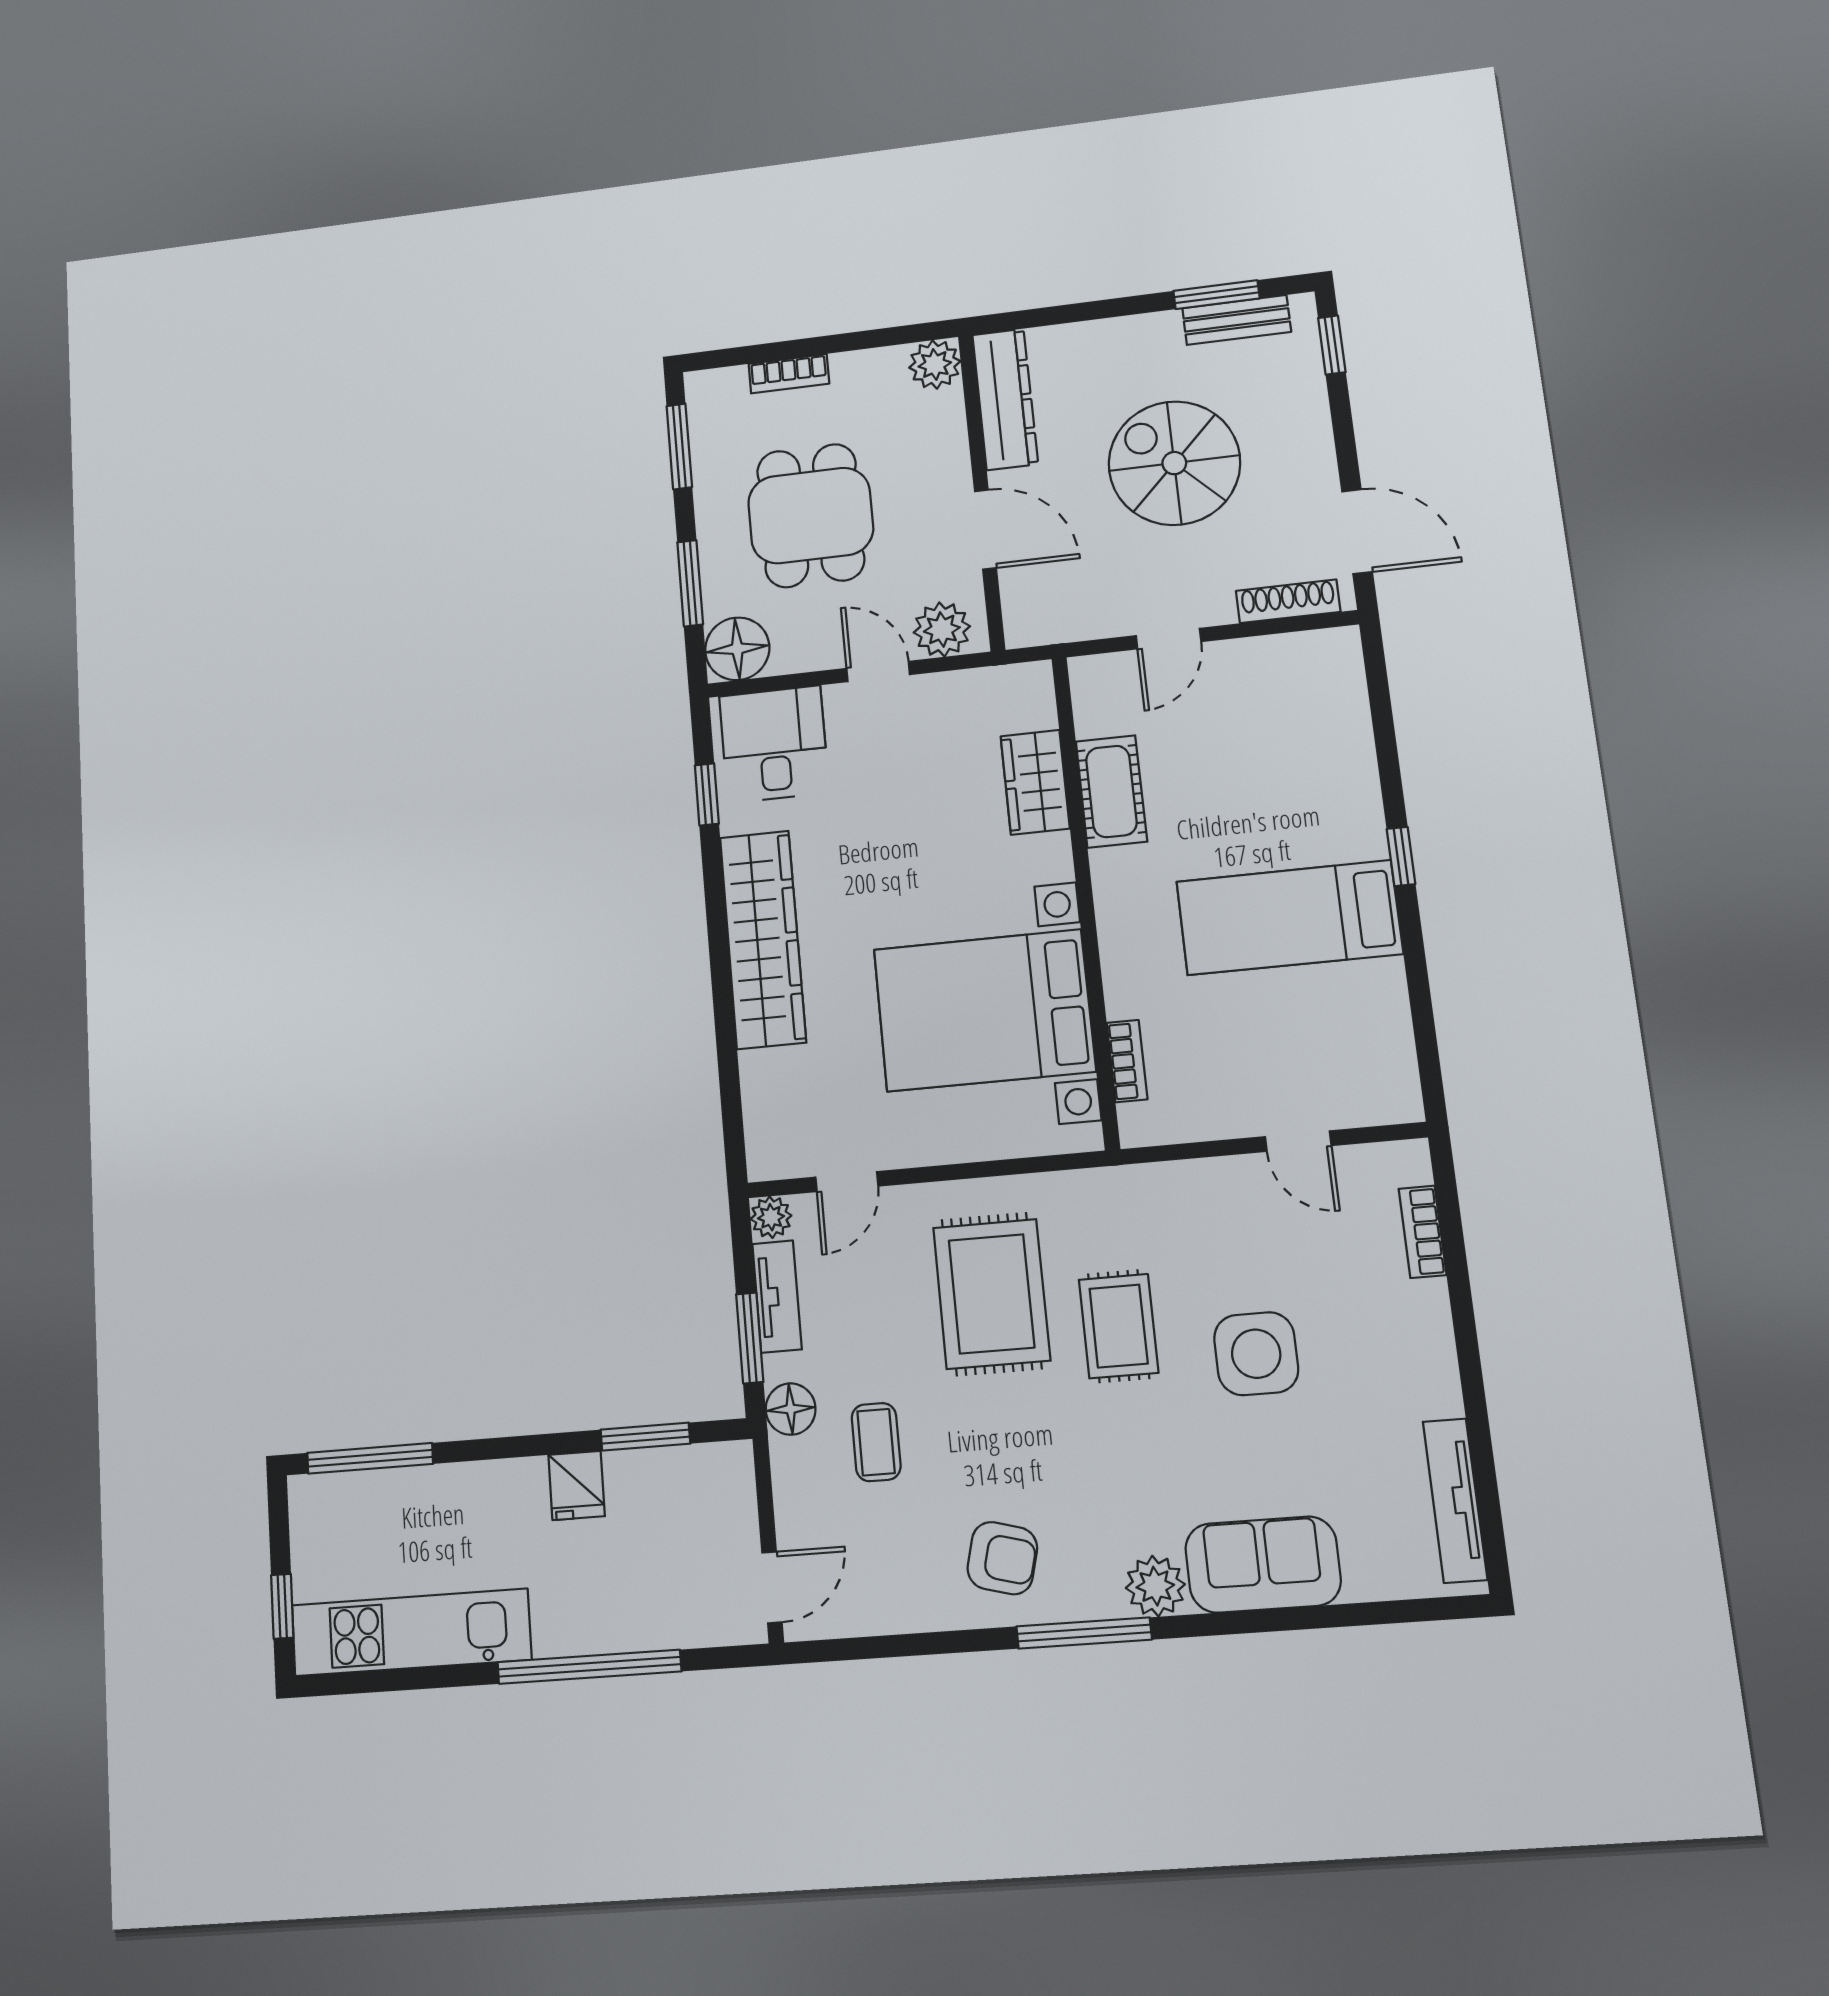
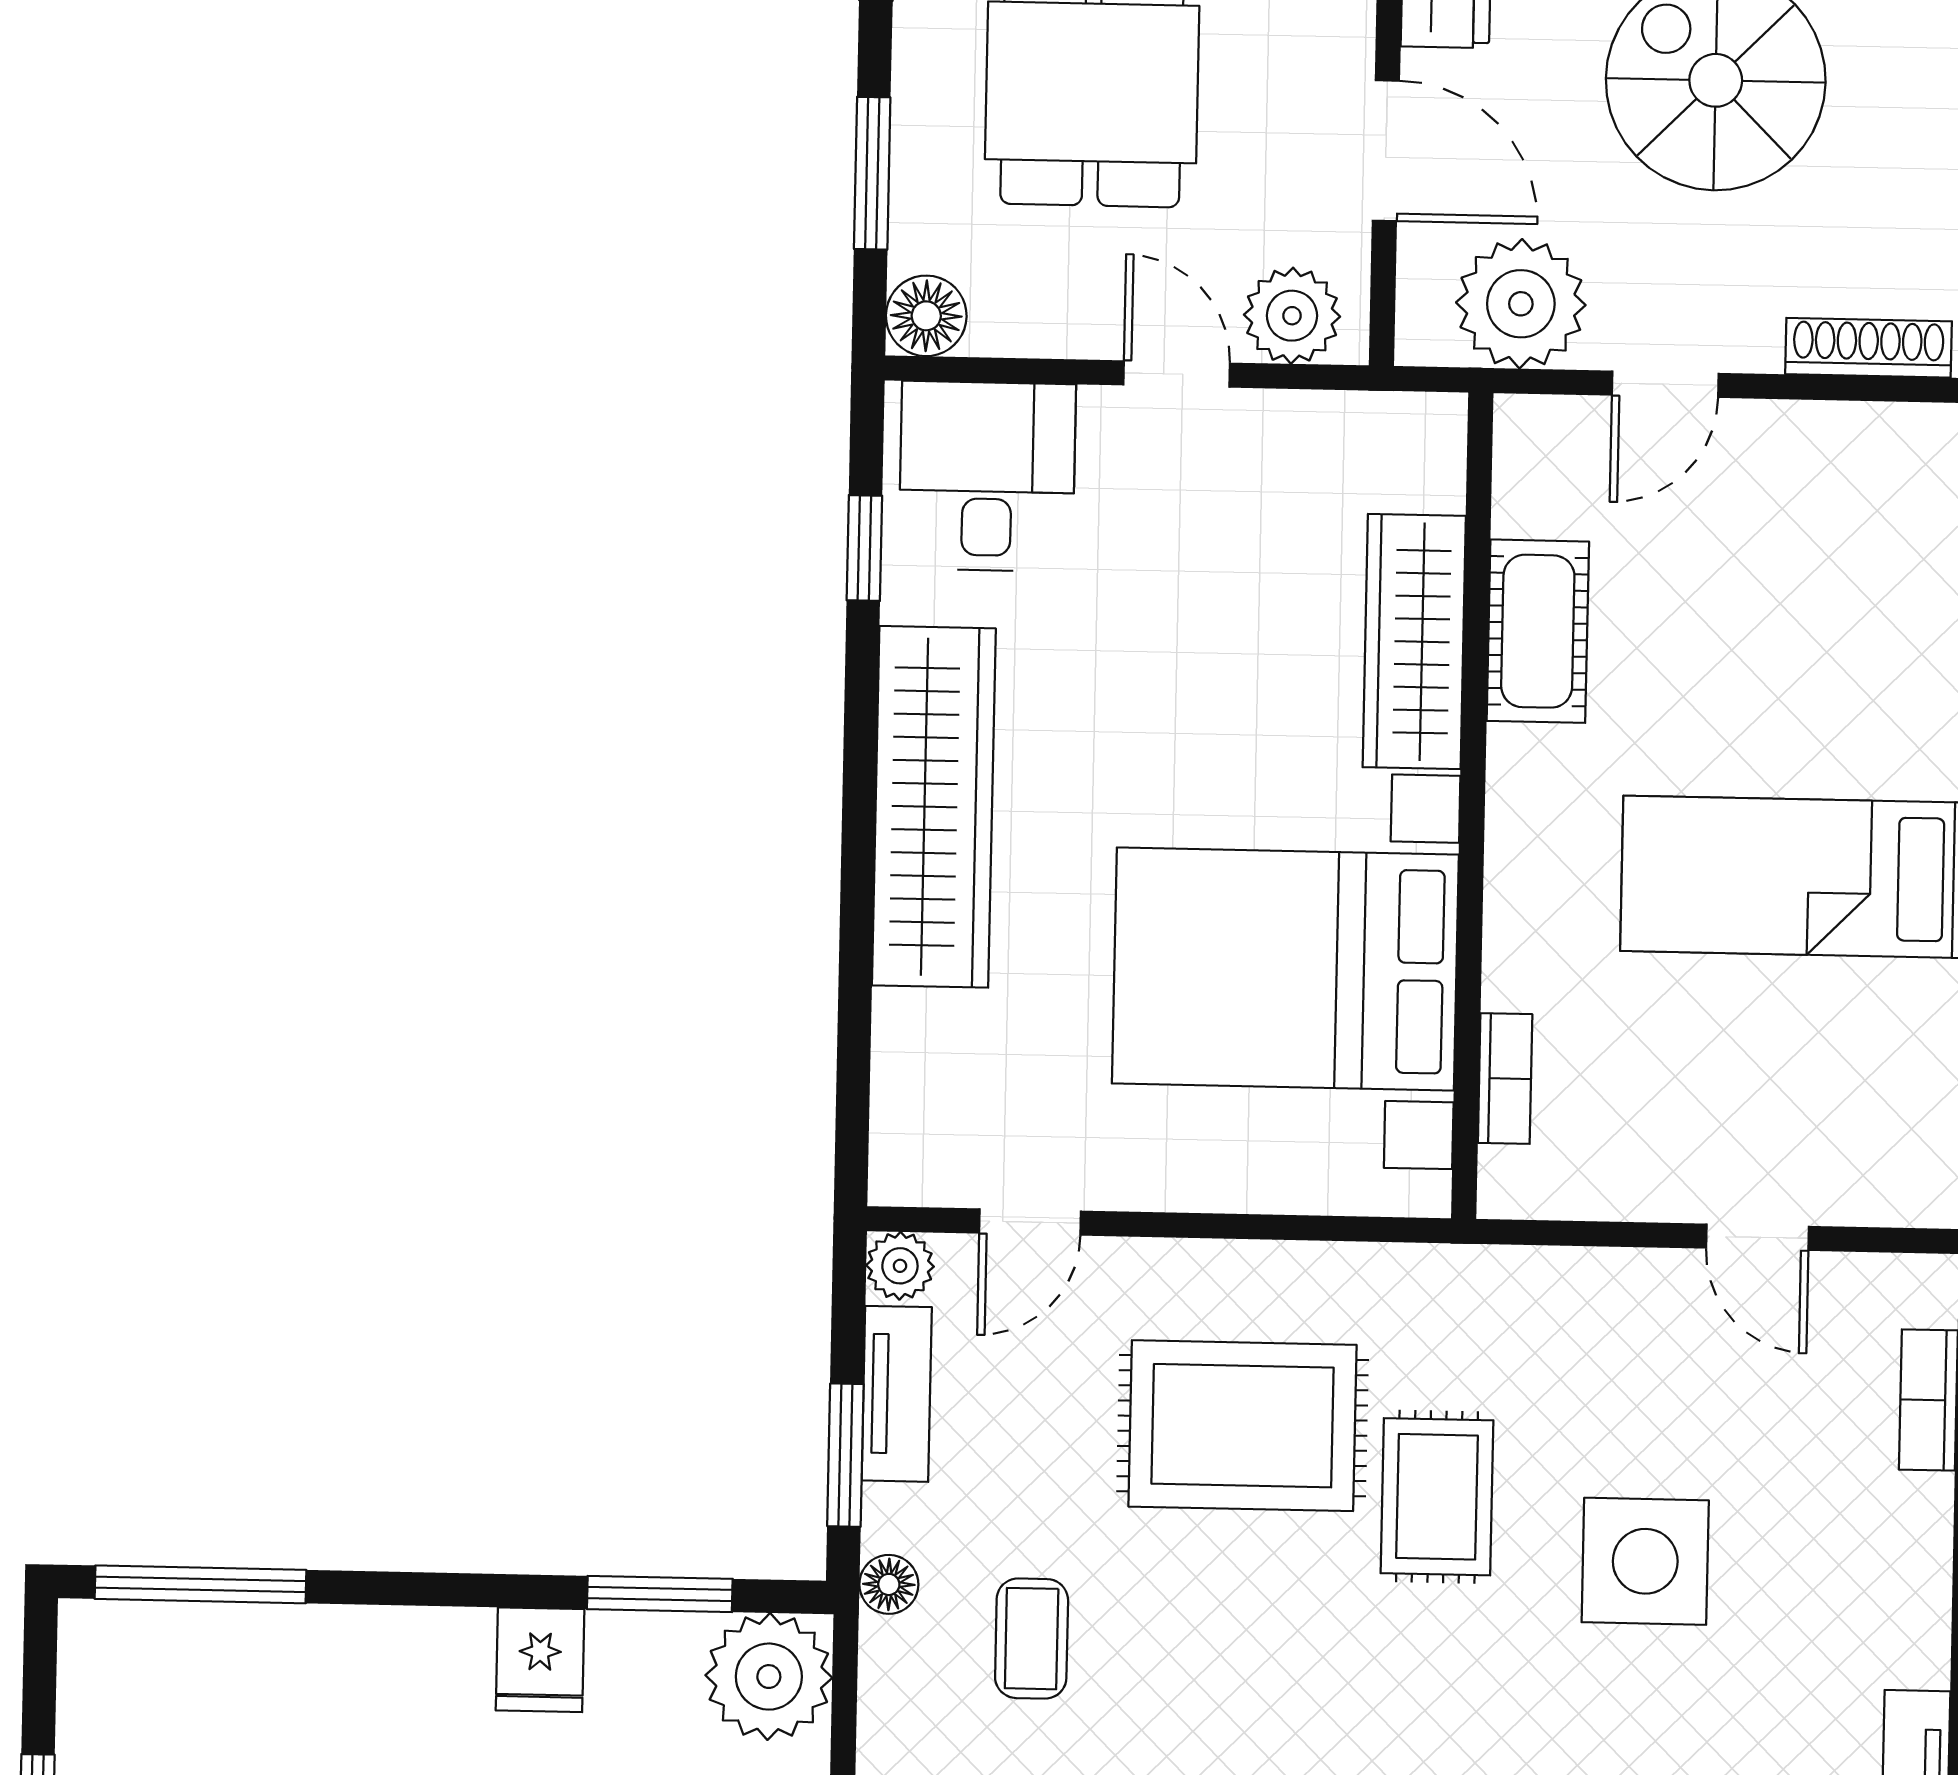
plant: (1076, 604) -> (1521, 304), added
floor lamp: (737, 649) -> (926, 316), width x0.73, depth x0.73
wardrobe: (1035, 782) -> (1414, 642), width x1.50
rug: (992, 1294) -> (1243, 1426), turned 90
floor lamp: (791, 1409) -> (889, 1584), width x0.73, depth x0.73
plant: (717, 1482) -> (769, 1677), added

